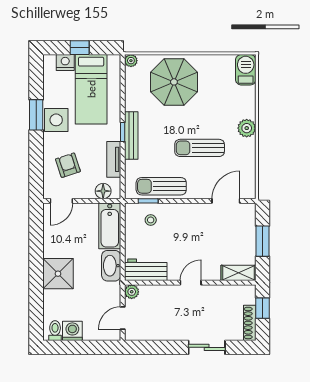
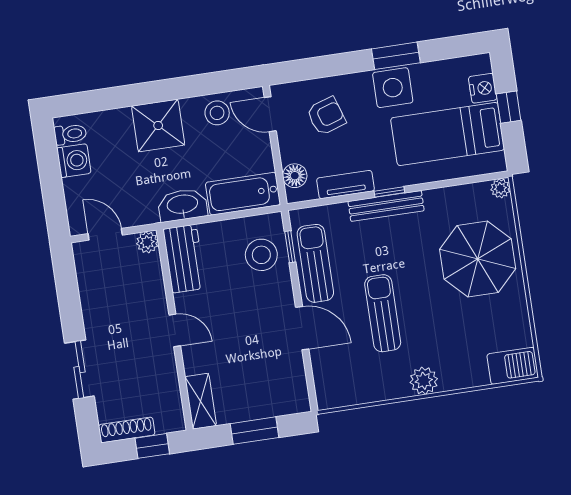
door: (226, 201) -> (302, 328), moved
stool: (151, 220) -> (261, 255), width x1.89, depth x1.89
stool: (56, 235) -> (217, 113), added

